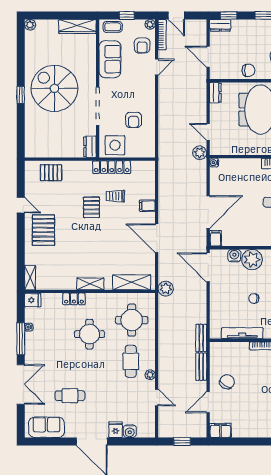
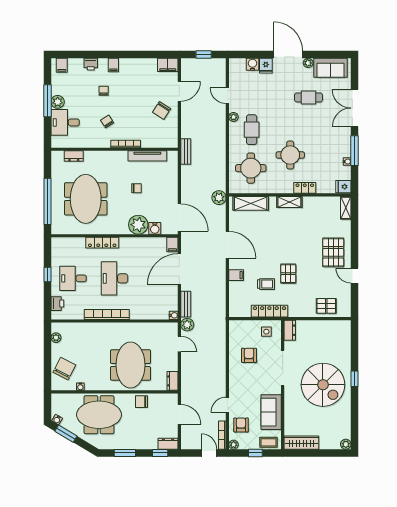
side table: (115, 145) -> (266, 332), width x0.54, depth x0.54
bench: (201, 367) -> (186, 304), moved
plant: (70, 433) -> (308, 63), added

